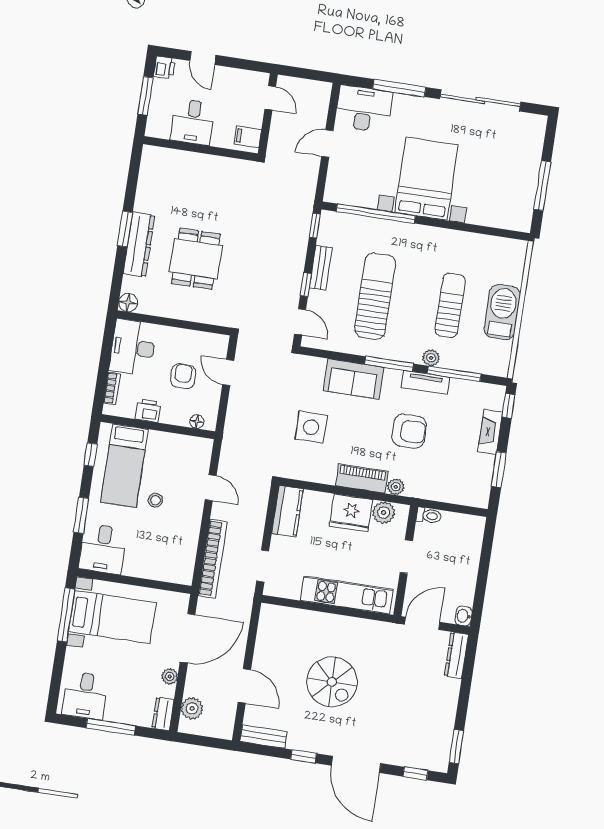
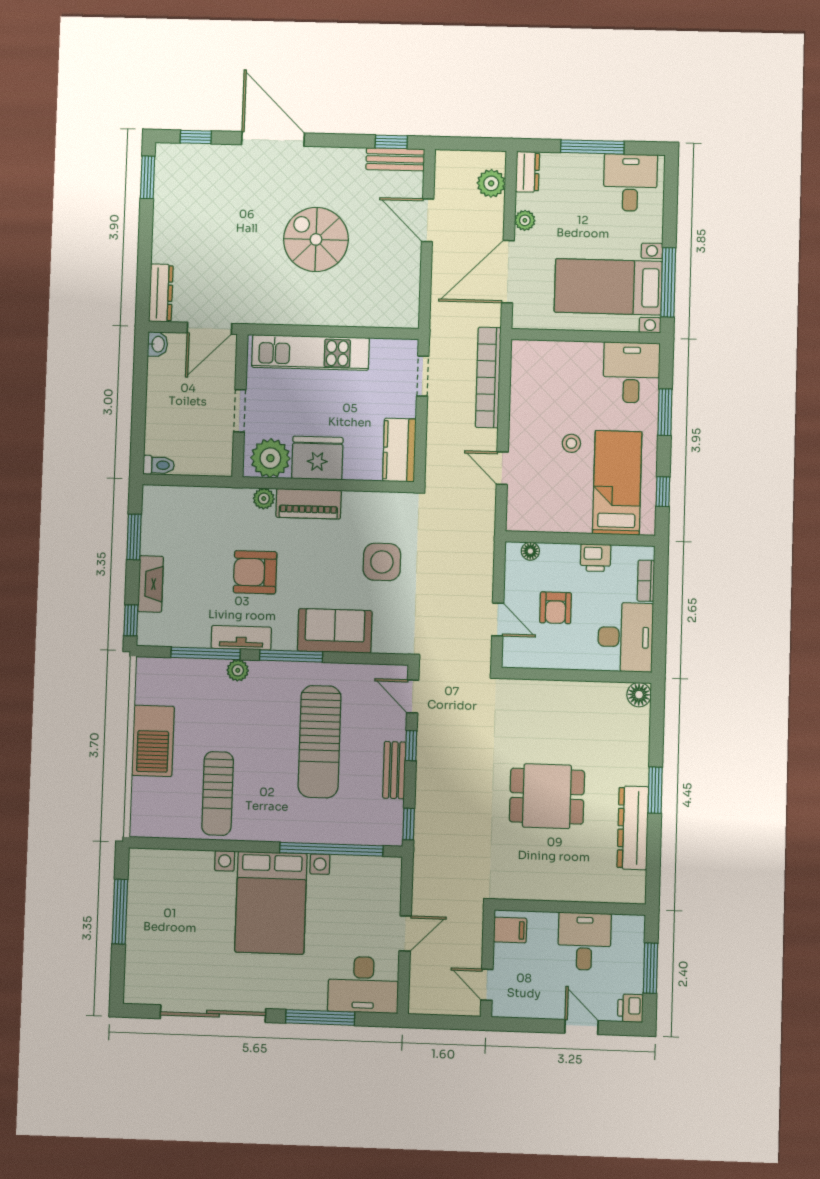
dresser: (139, 245) -> (633, 828), moved
dining table: (196, 259) -> (547, 796), moved, turned 90
sun lounger: (450, 305) -> (218, 793), moved
plant: (384, 513) -> (270, 458), width x1.36, depth x1.36
toilet: (429, 516) -> (159, 465), moved, turned 180
window: (304, 756) -> (391, 142), moved

